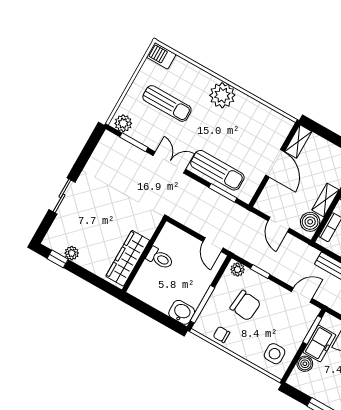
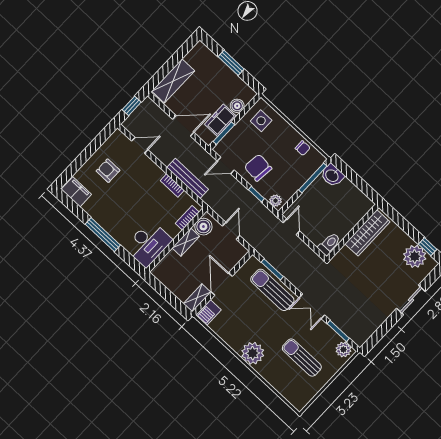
barbecue: (161, 56) -> (208, 313), moved, turned 90
plant: (72, 253) -> (415, 256), width x1.88, depth x1.88
toilet: (160, 258) -> (329, 244), moved, turned 90
chair: (245, 306) -> (258, 168), moved

